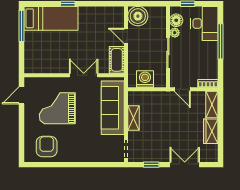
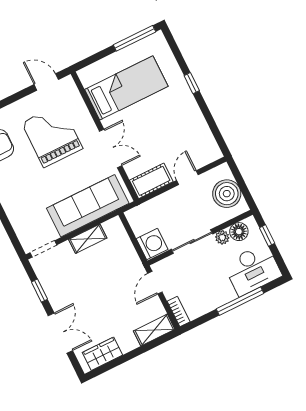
boiler: (138, 16) -> (227, 194), moved
bed: (51, 18) -> (126, 88), moved, turned -90
washing machine: (145, 79) -> (152, 244), moved
wardrobe: (211, 131) -> (102, 354), moved

